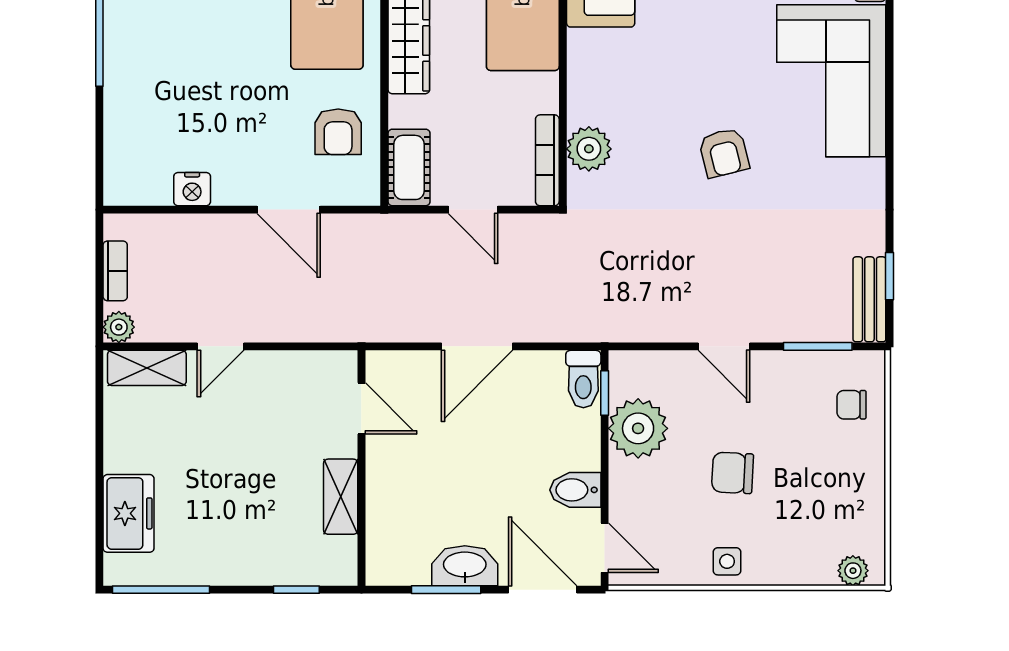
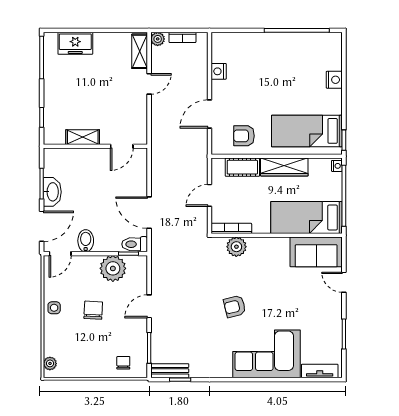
cot: (409, 167) -> (242, 167), moved
door: (221, 346) -> (149, 84), swing flipped
door: (477, 346) -> (149, 213), moved

